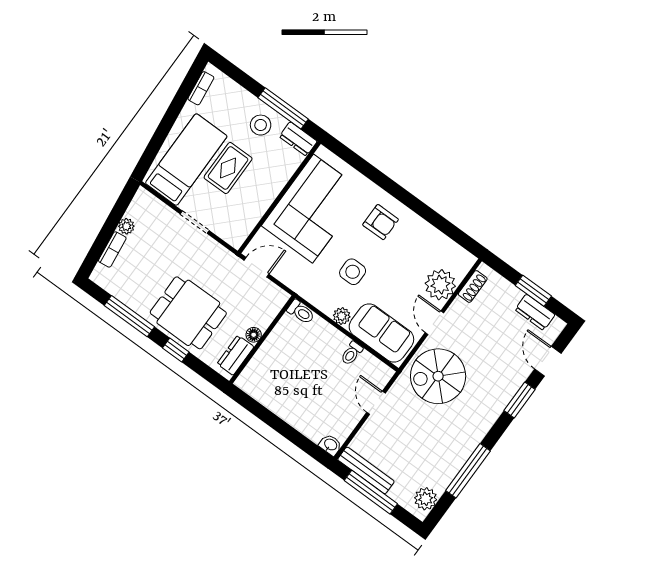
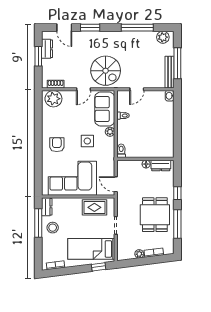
window: (151, 151) -> (99, 267), added
rug: (228, 168) -> (94, 207), moved
plant: (440, 285) -> (53, 99), moved
dining table: (188, 313) -> (155, 215), moved
door: (548, 361) -> (64, 28), hinge flipped

